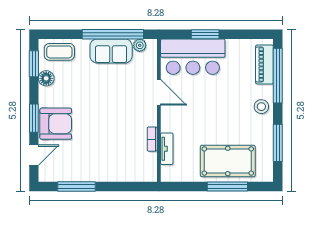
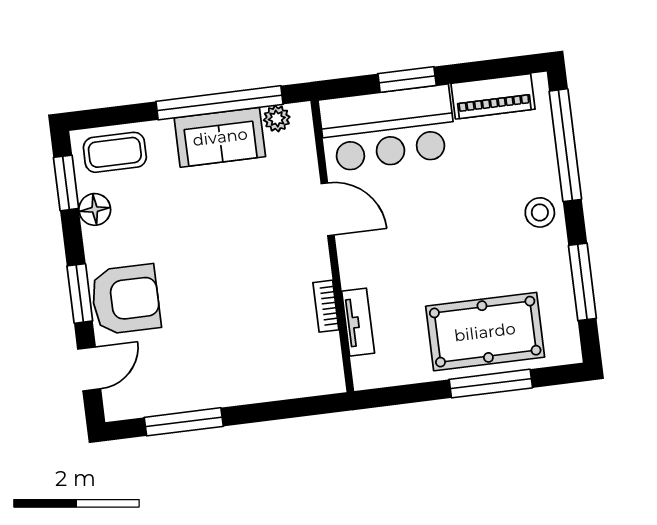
piano: (264, 65) -> (493, 96), moved, turned -90

